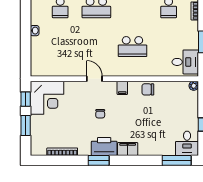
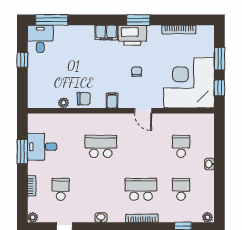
school desk: (60, 47) -> (181, 146), added
desk: (185, 62) -> (42, 147), moved
plant: (194, 86) -> (64, 103), moved
corner desk: (47, 98) -> (189, 83), width x1.36, depth x1.36

